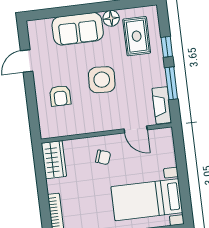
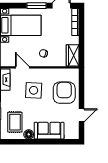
side table: (102, 80) -> (34, 90), moved
armchair: (60, 96) -> (64, 93), width x1.88, depth x1.88

